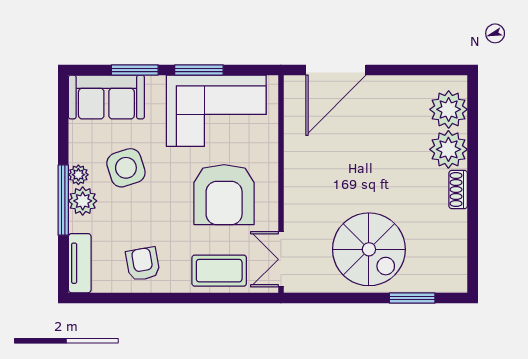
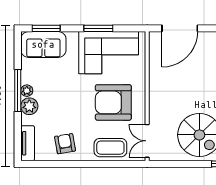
window: (135, 70) -> (46, 28), moved
side table: (126, 168) -> (55, 87), removed
armchair: (224, 195) -> (113, 102), turned 90
window: (63, 200) -> (18, 91), moved

